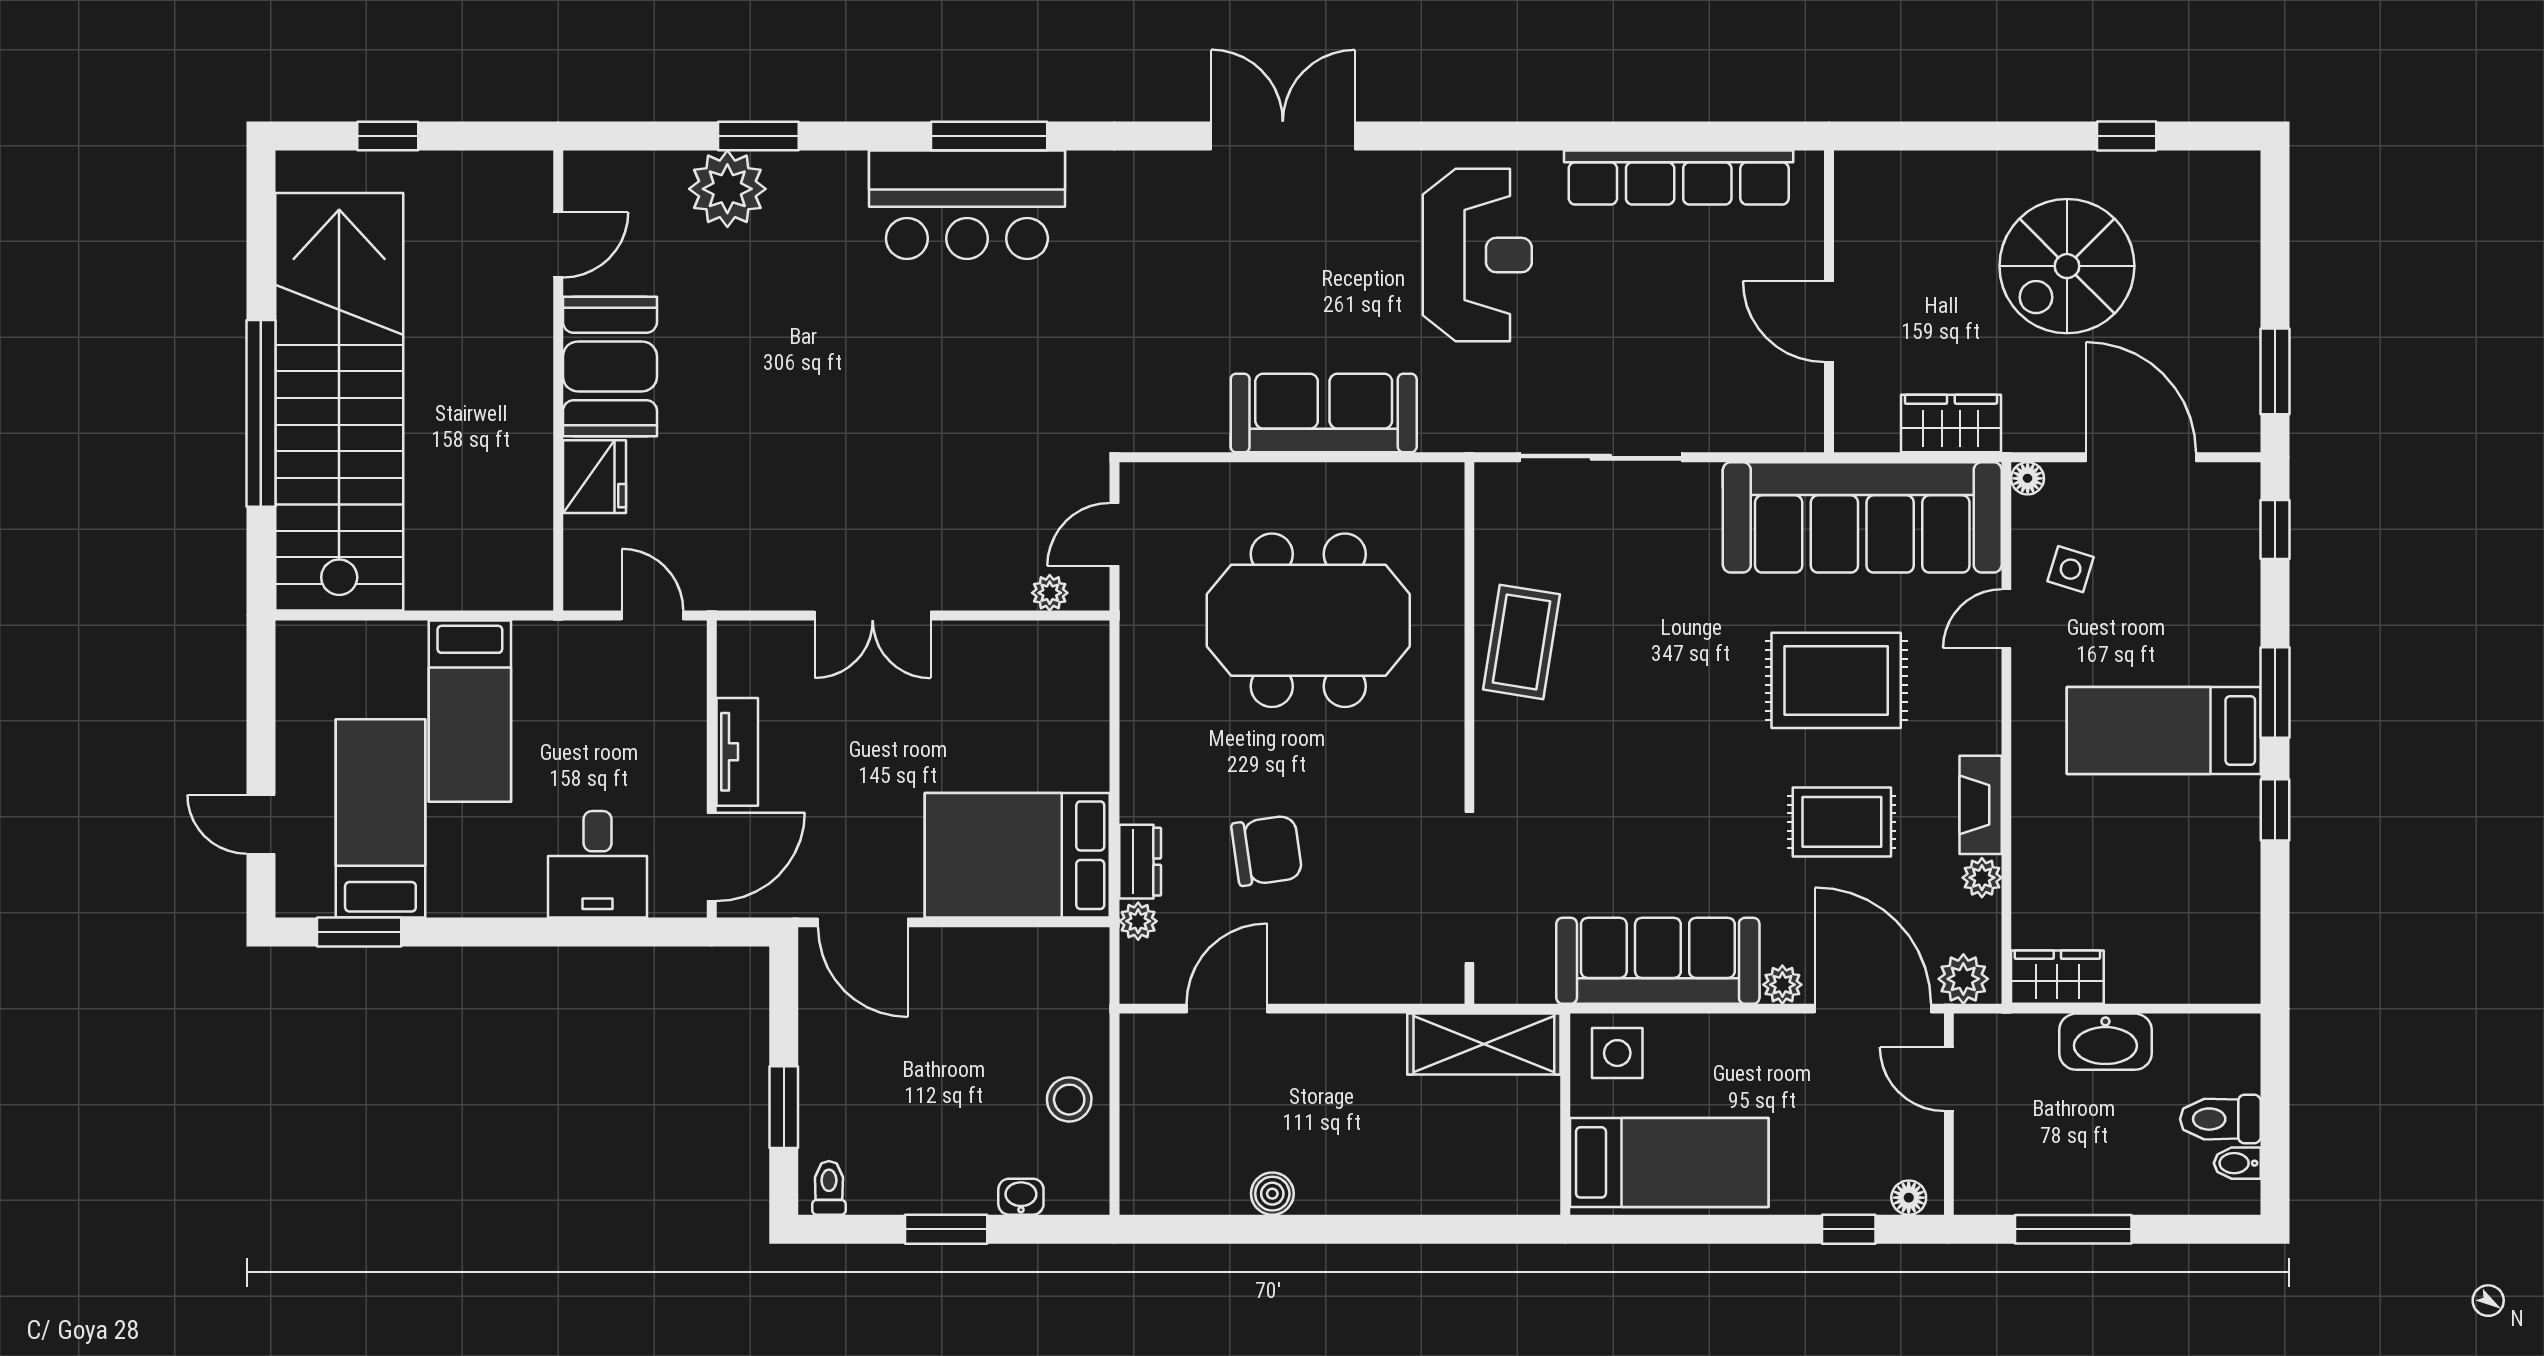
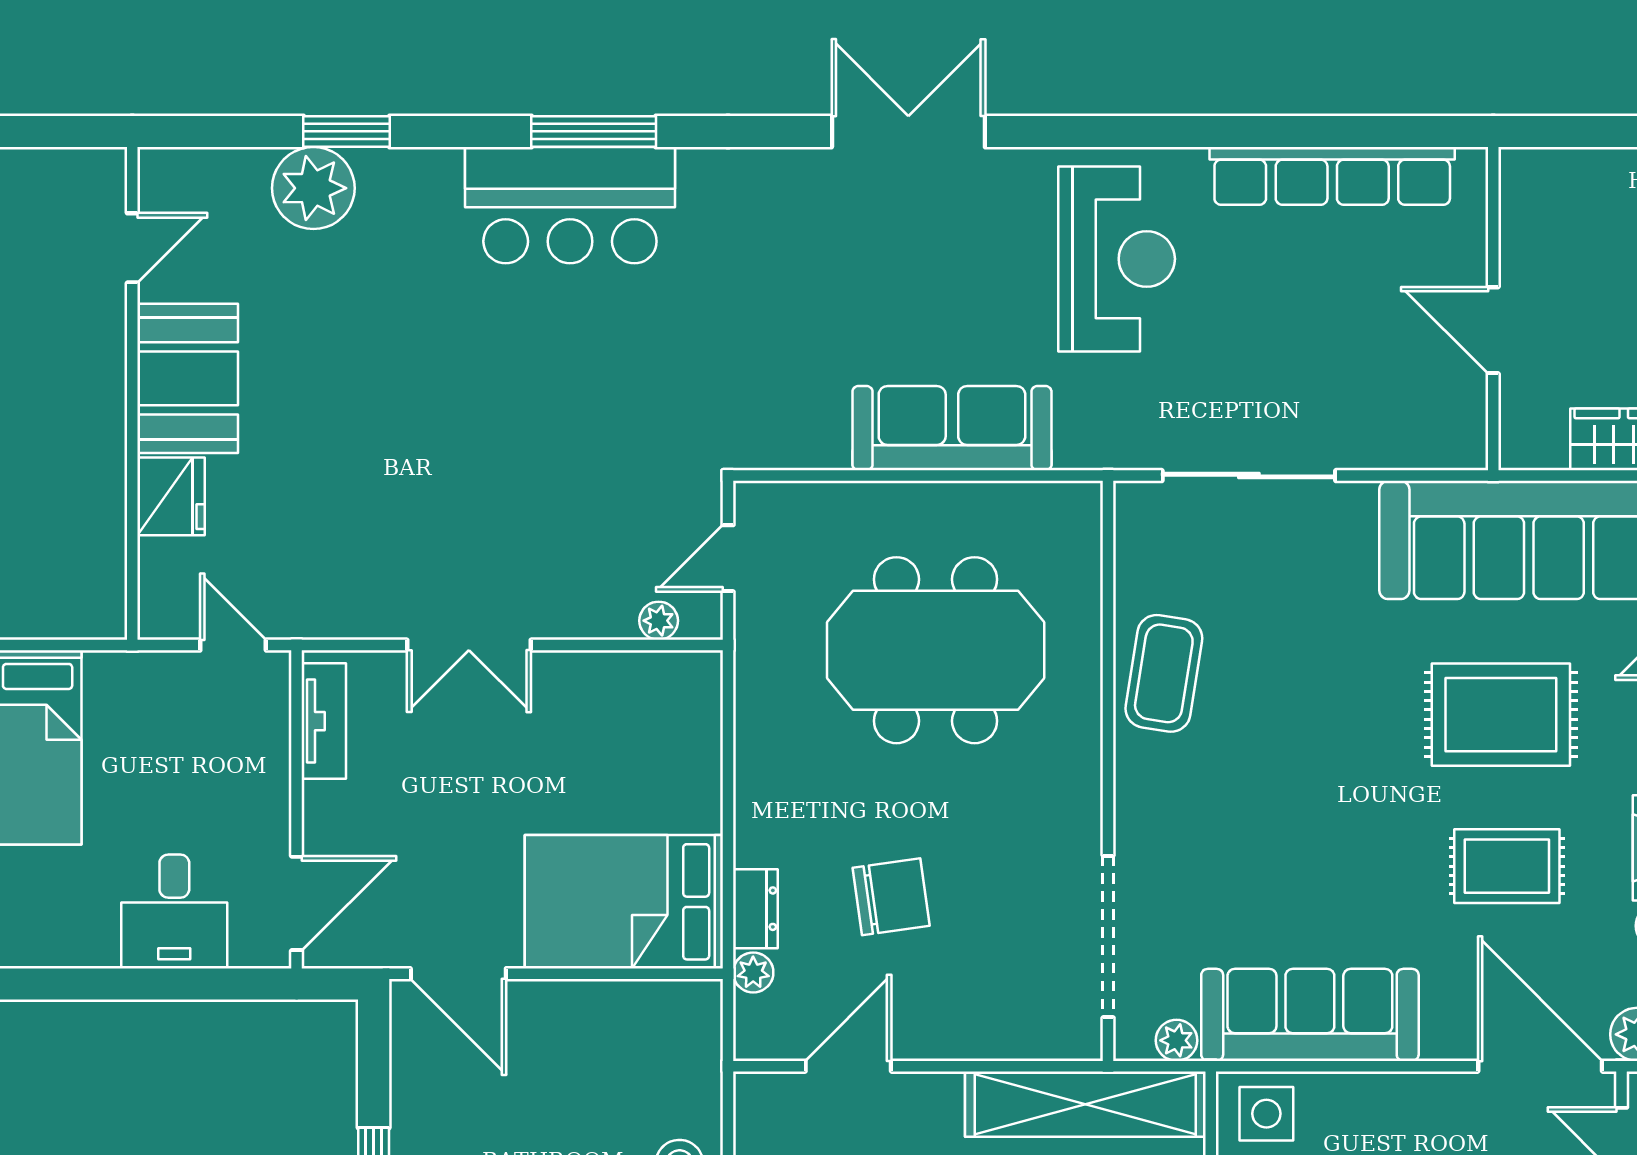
tv unit: (737, 752) -> (324, 721), moved
plant: (1782, 985) -> (1177, 1040), moved
shelving: (1484, 1044) -> (1085, 1104), width x1.47

